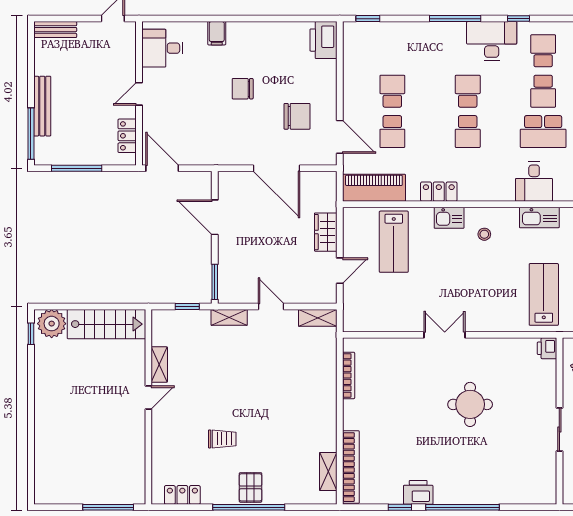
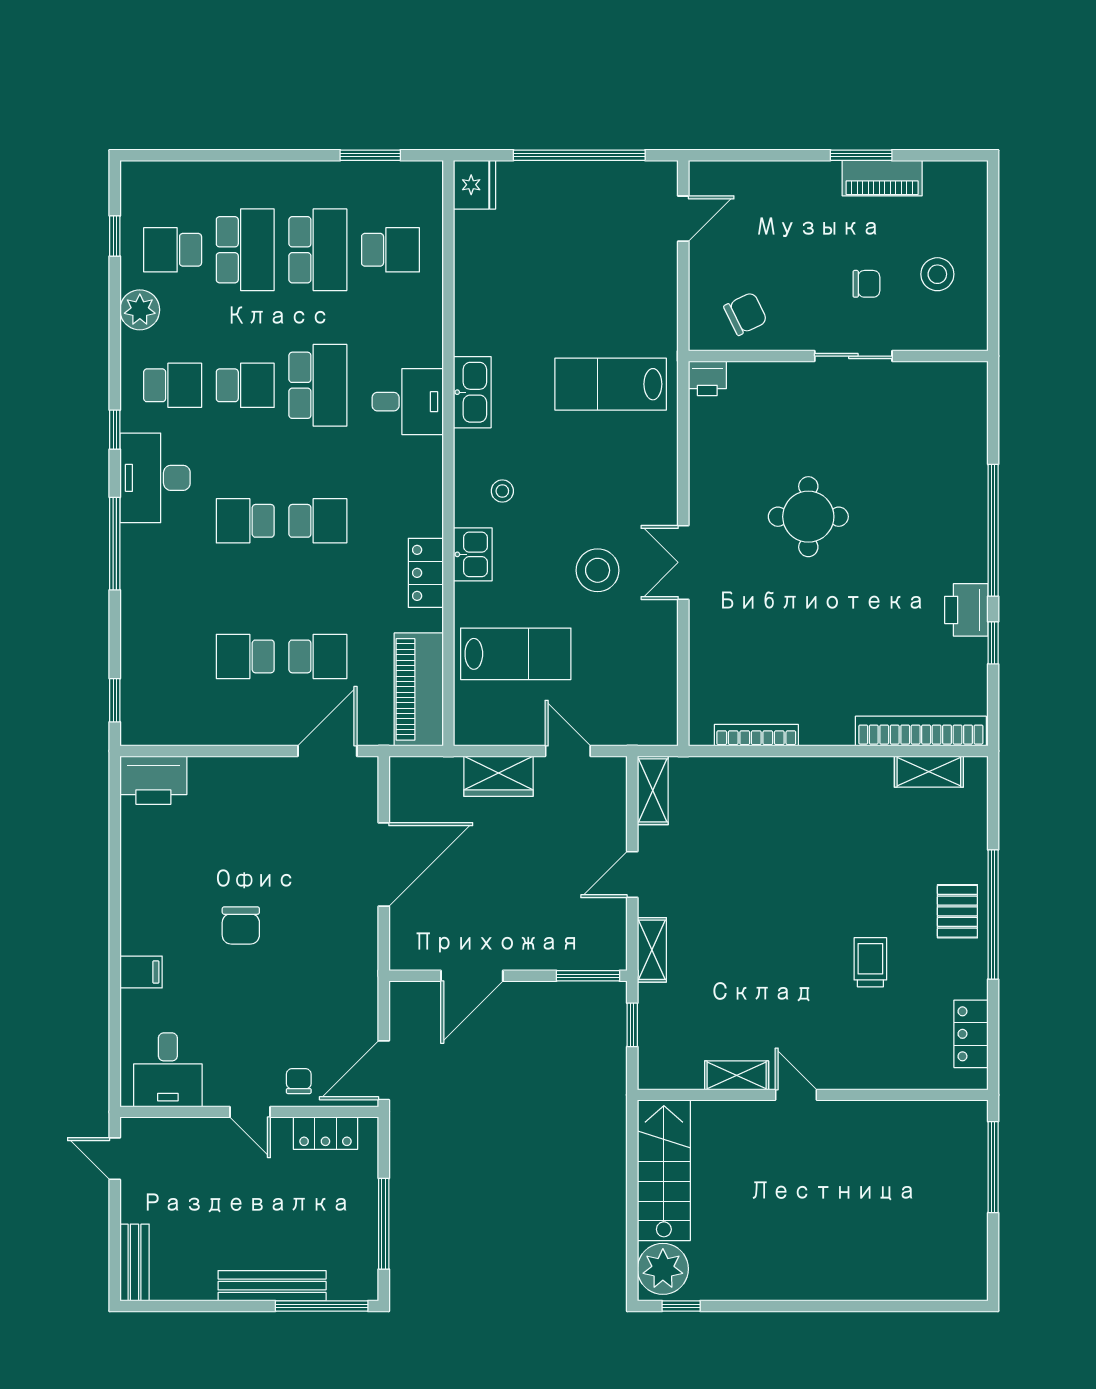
school desk: (543, 51) -> (173, 385), turned 180
chair: (297, 116) -> (299, 1081), moved, width x0.54, depth x0.54
stool: (440, 287) -> (598, 570), added
pallet: (251, 487) -> (957, 911), turned 90

